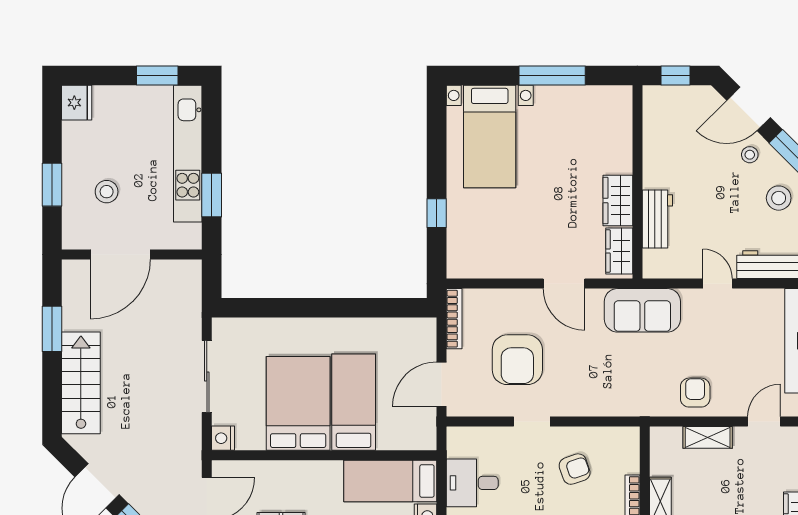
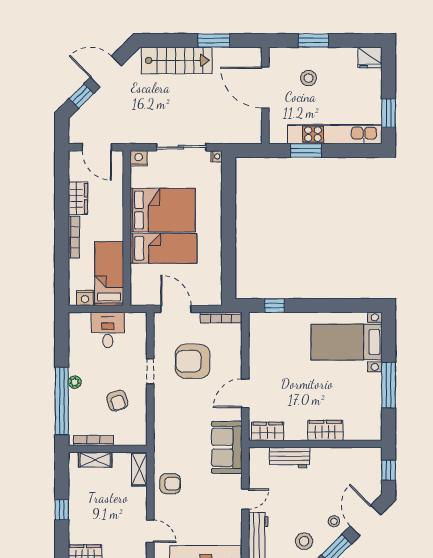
wardrobe: (618, 201) -> (325, 430), moved
window: (437, 213) -> (274, 306), moved
nightstand: (220, 325) -> (216, 156), added
shelving: (708, 437) -> (139, 469), moved

